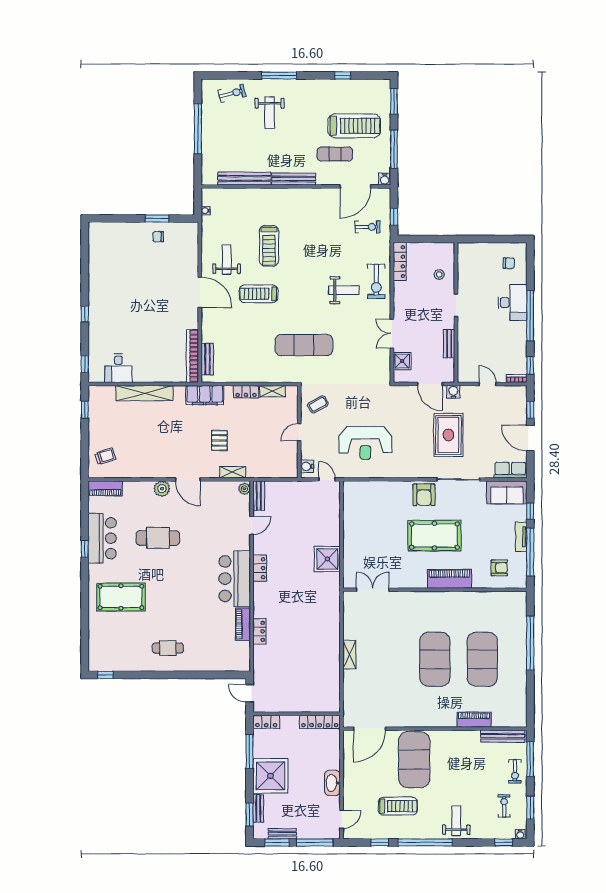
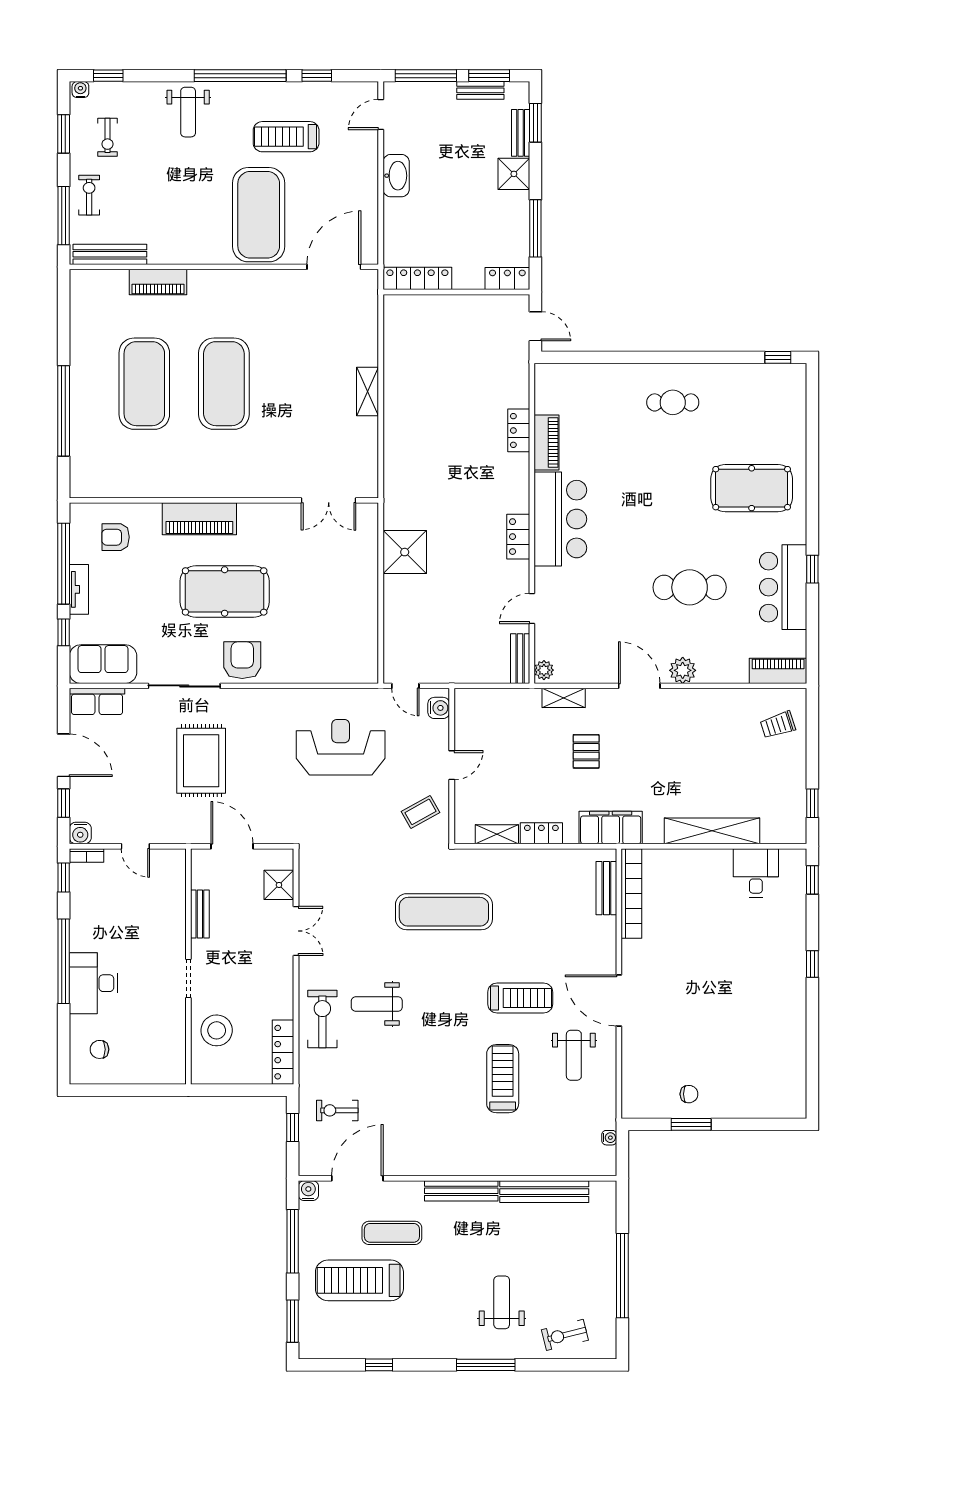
stool: (439, 274) -> (217, 1030), width x1.89, depth x1.89
water cooler: (453, 392) -> (80, 833), moved
shower: (270, 776) -> (514, 174), width x0.54, depth x0.54

